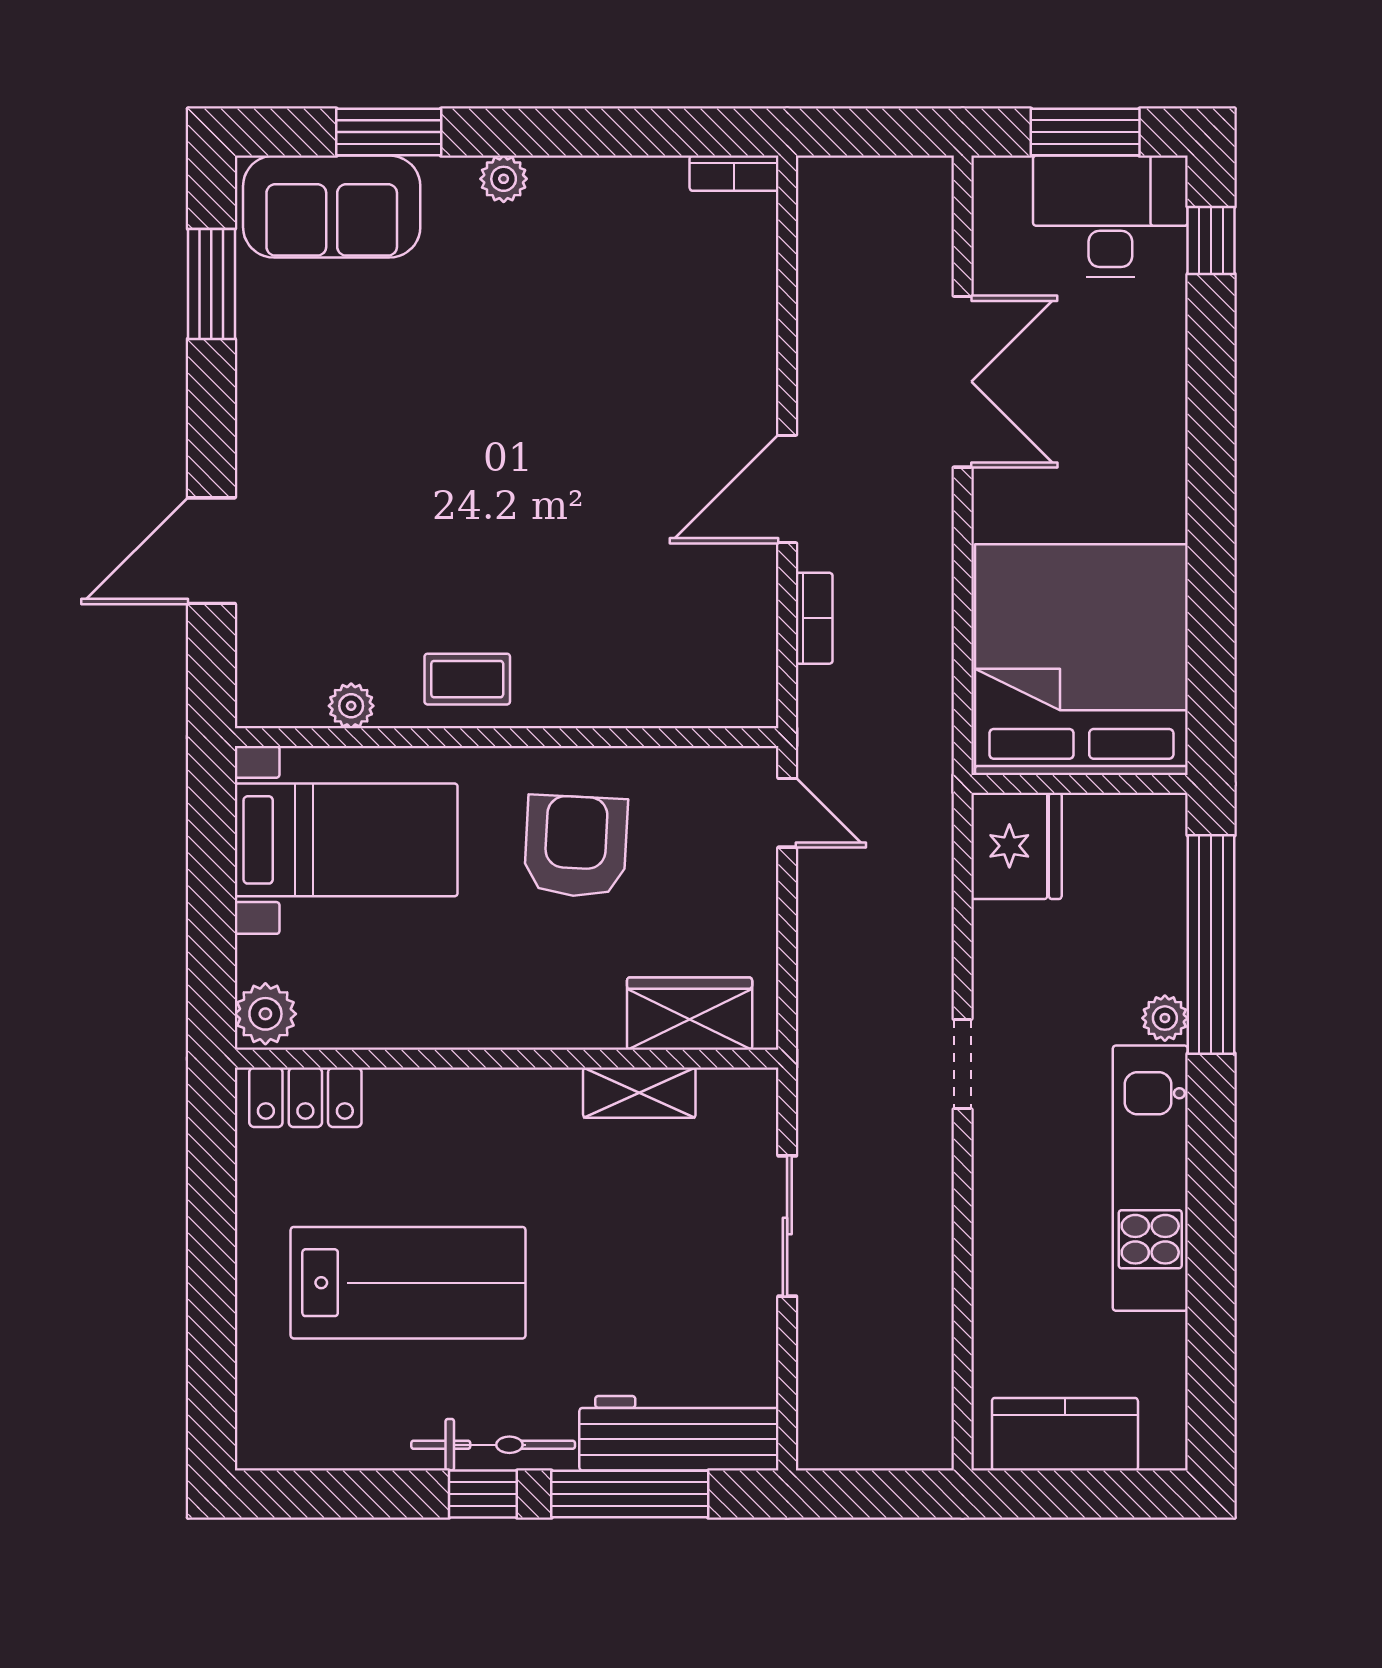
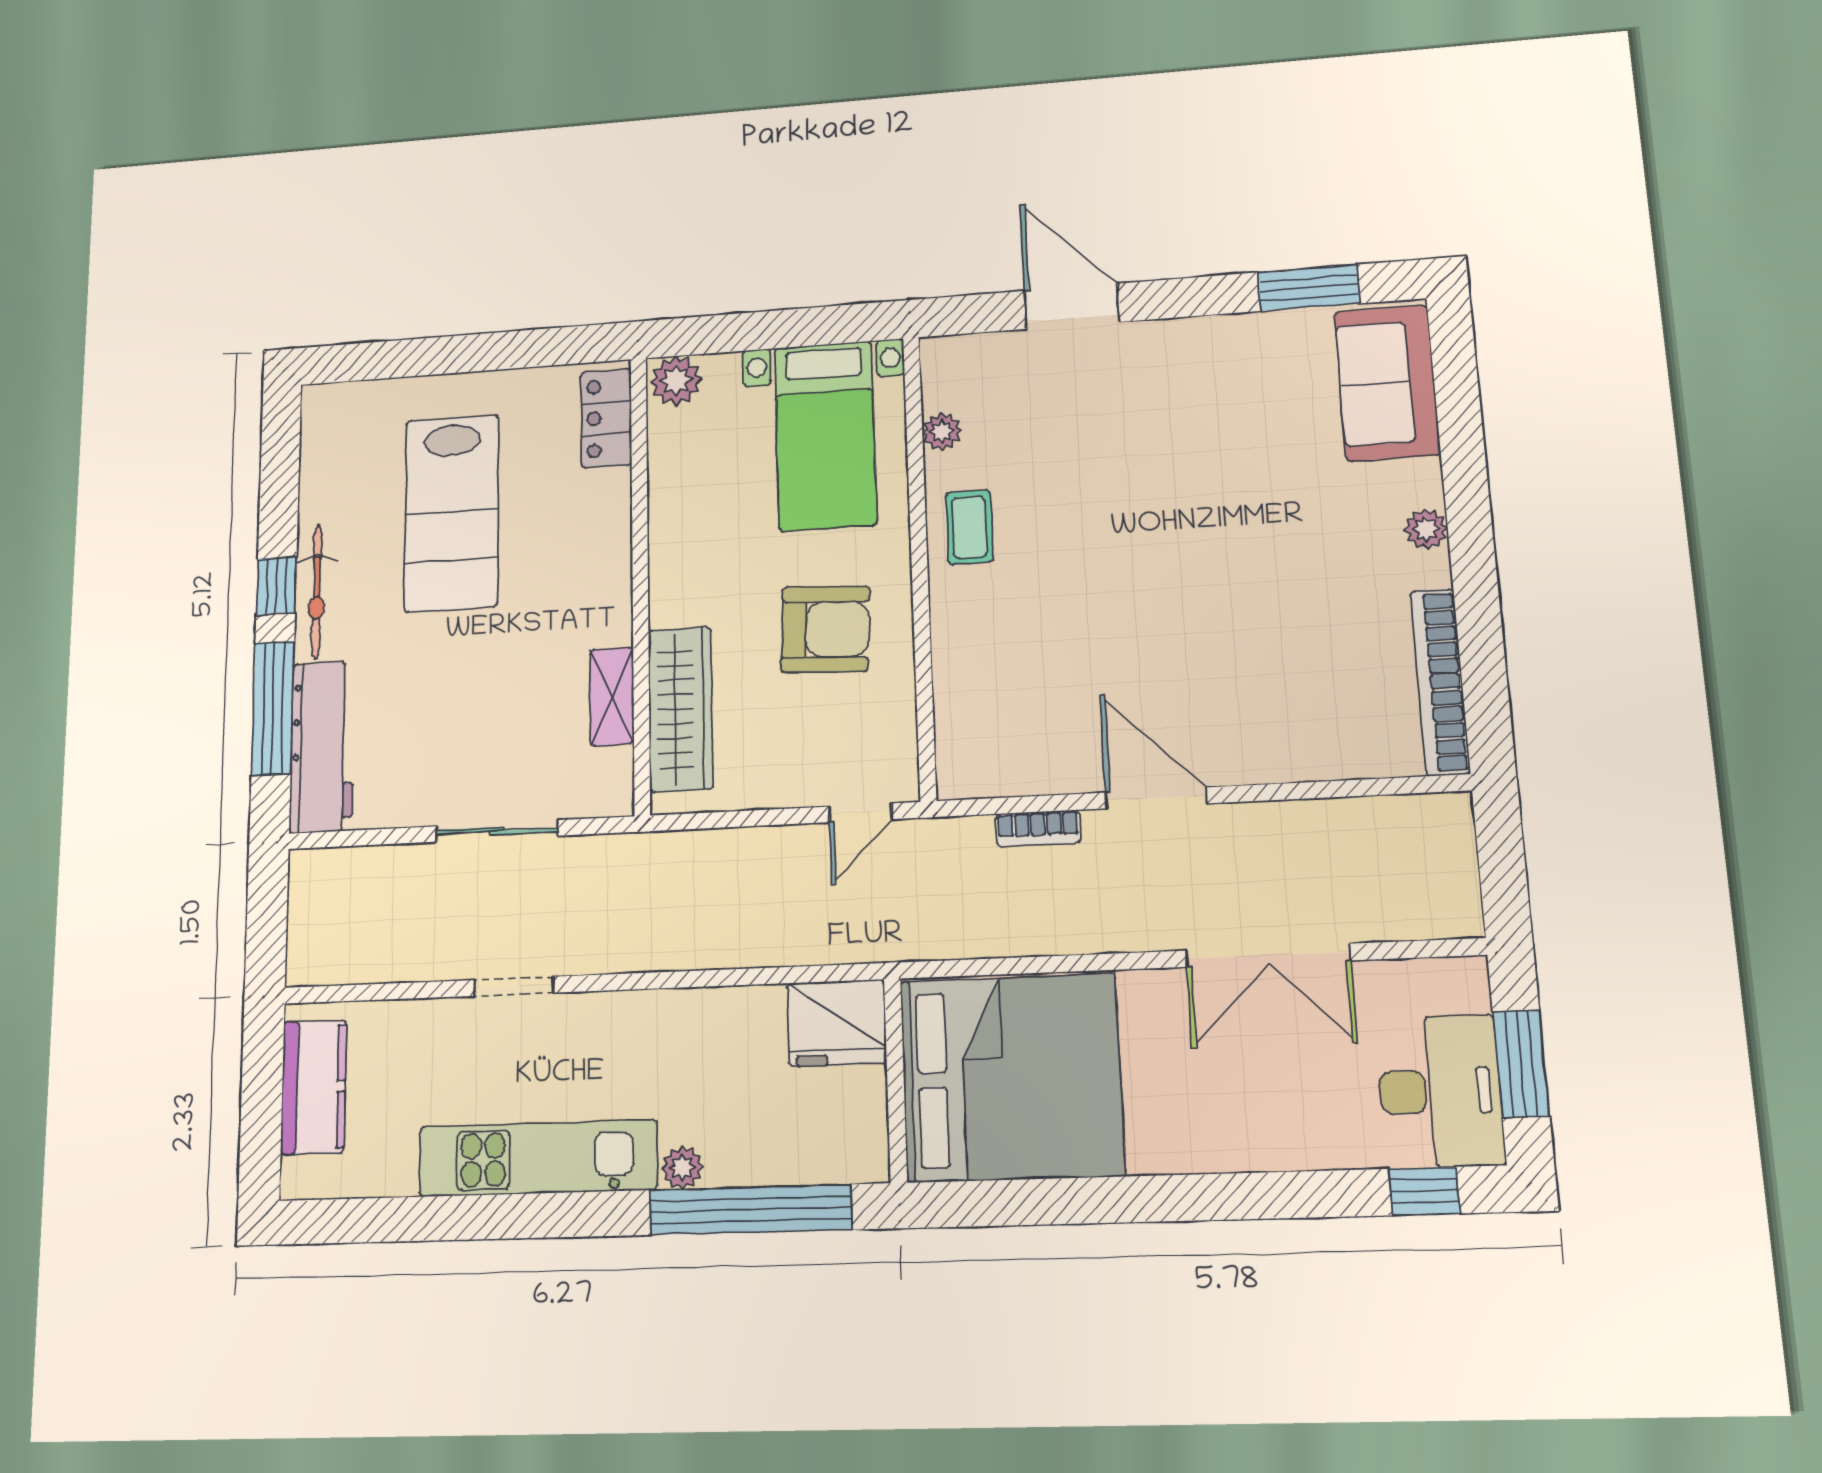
window: (389, 132) -> (1460, 427), removed
bookcase: (734, 173) -> (1440, 682), width x2.31, depth x1.31
wardrobe: (690, 1014) -> (680, 709), width x1.50
doorway: (963, 1064) -> (514, 986), moved

